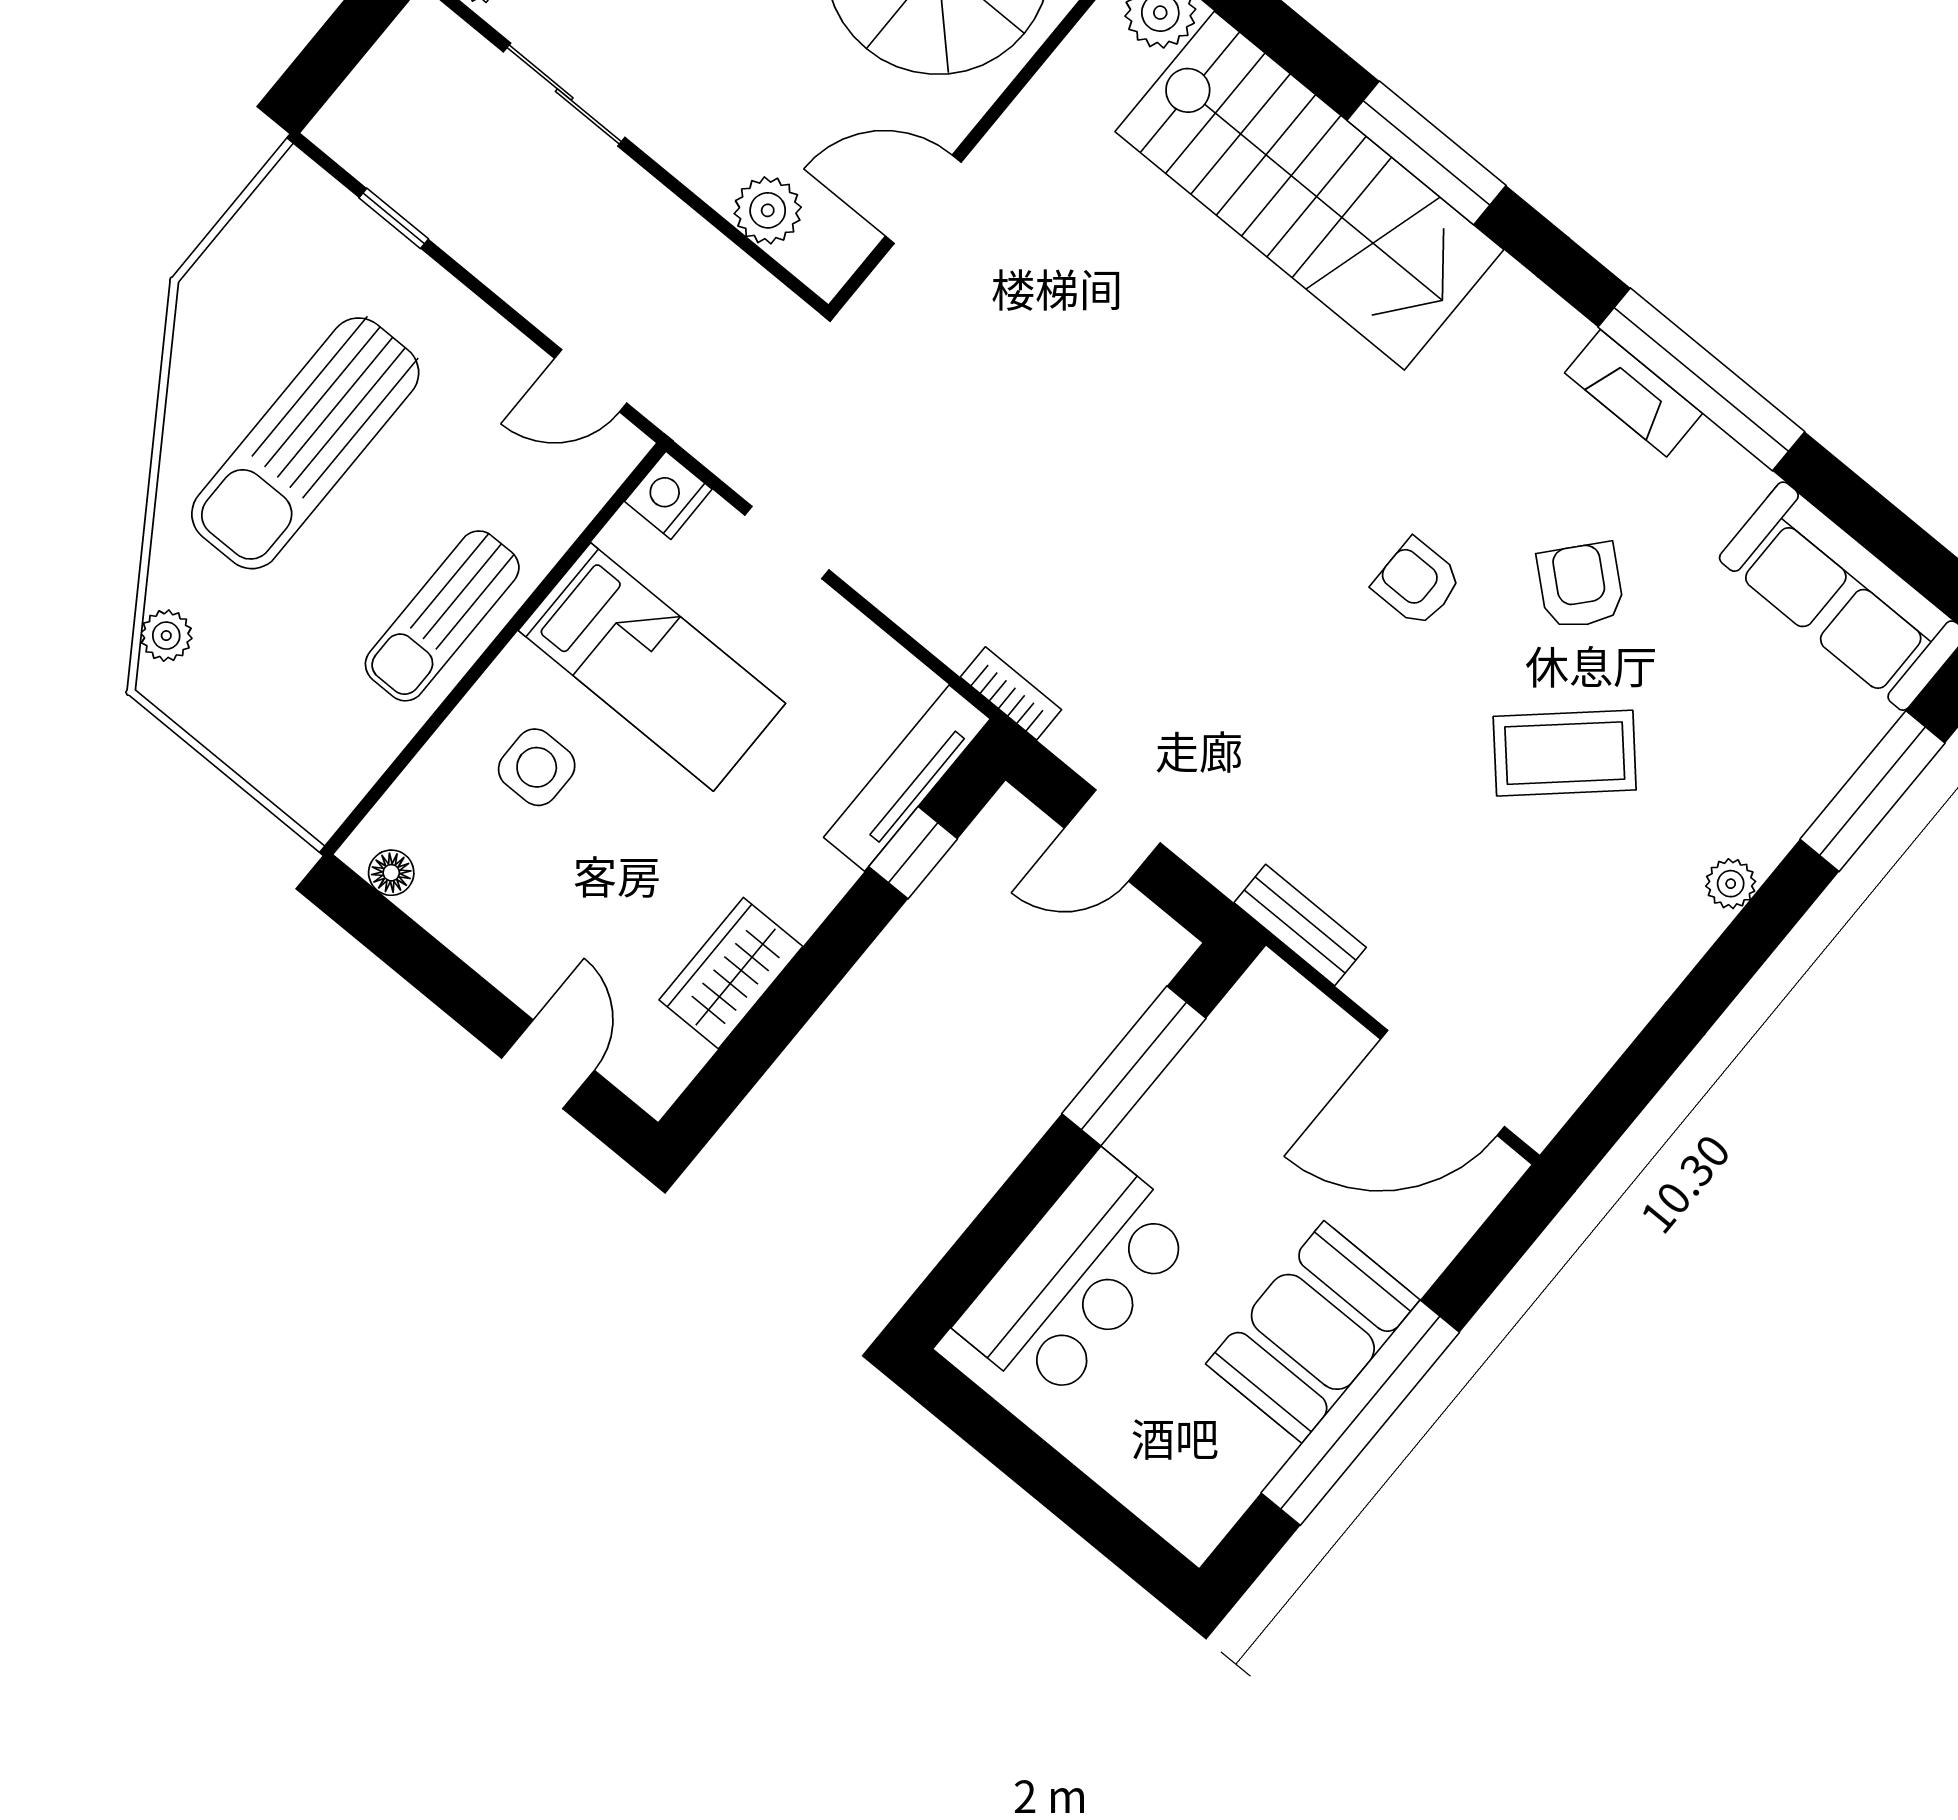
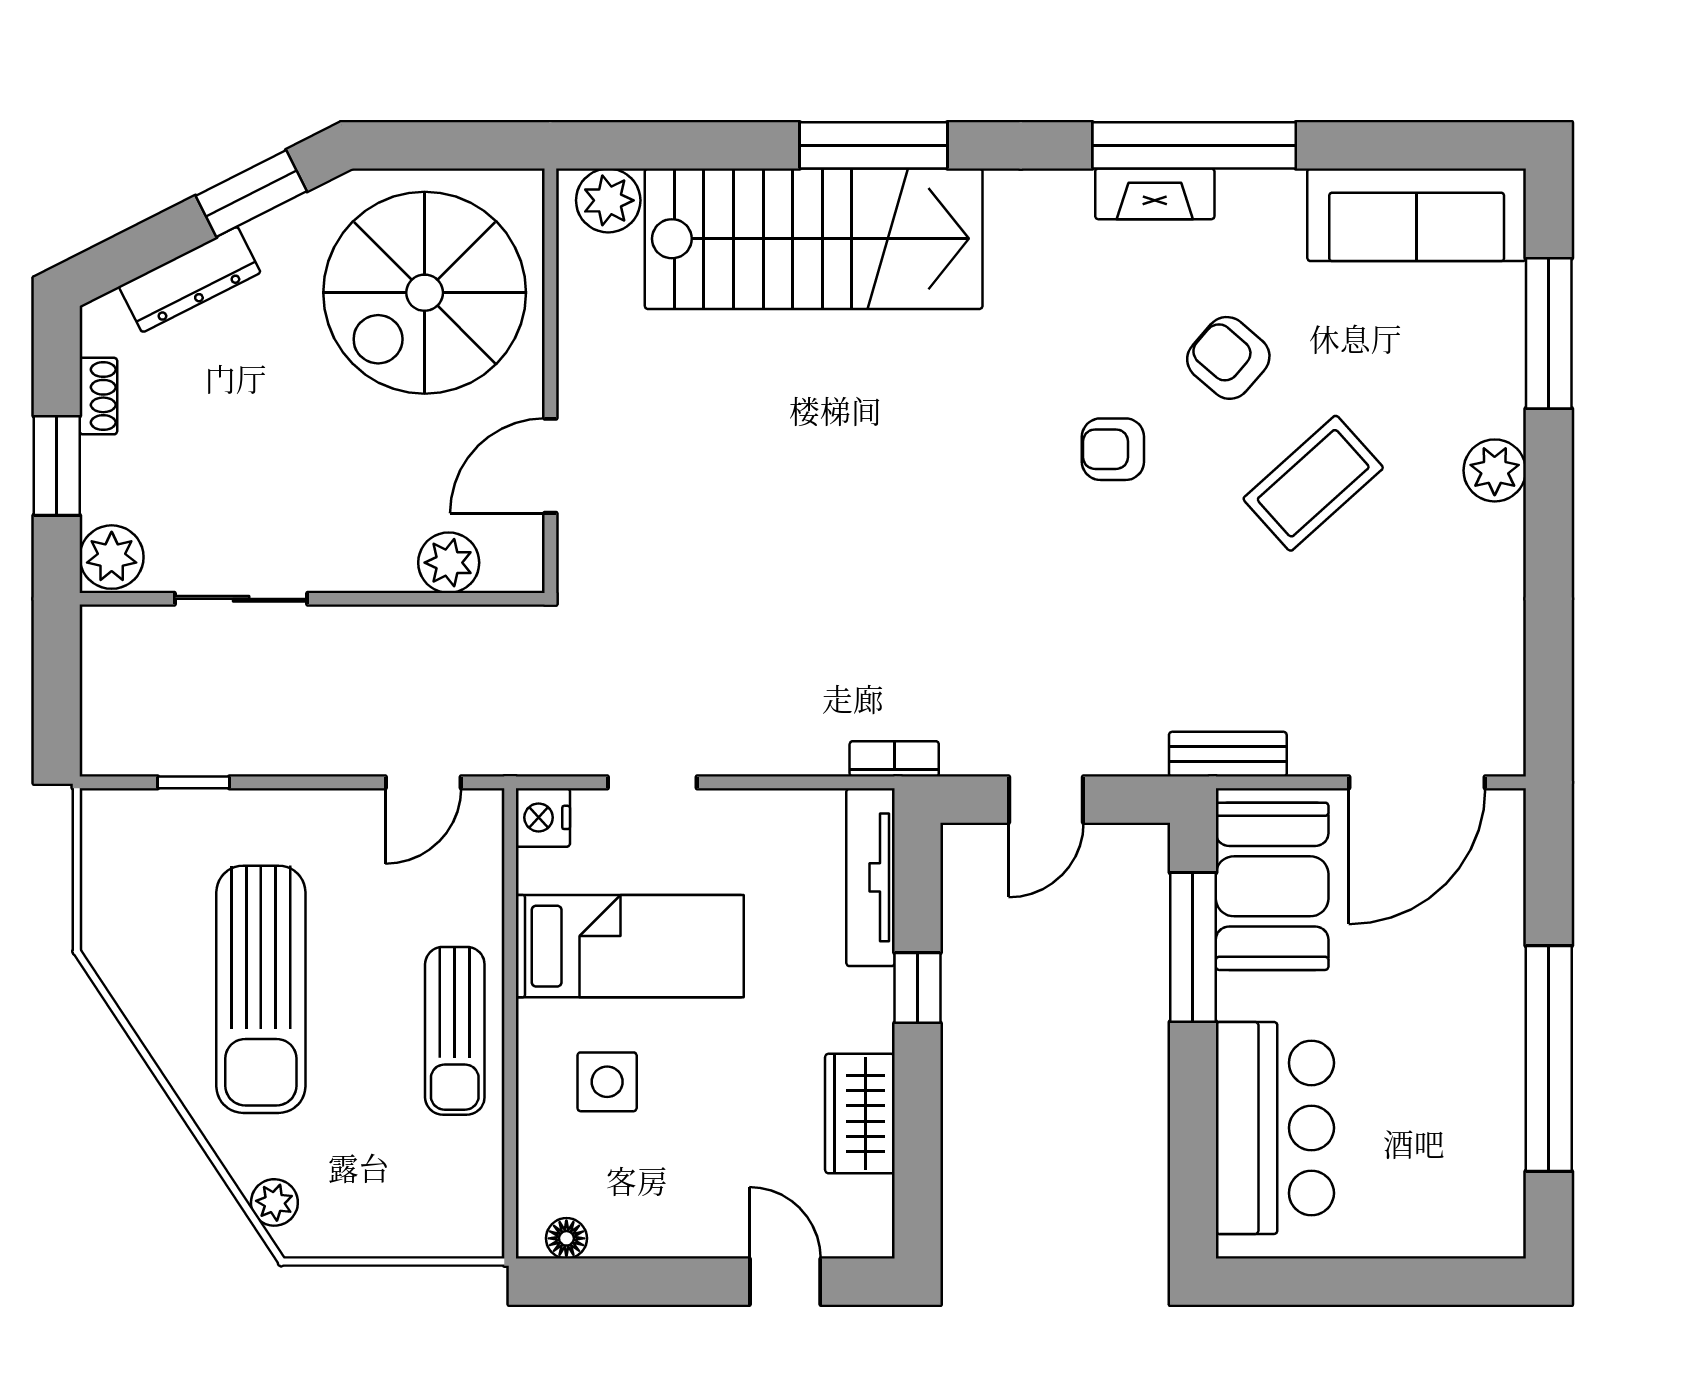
window: (913, 853) -> (918, 988), moved
plant: (1731, 884) -> (1495, 470), width x1.38, depth x1.38
booth: (1313, 1332) -> (1272, 886), moved

